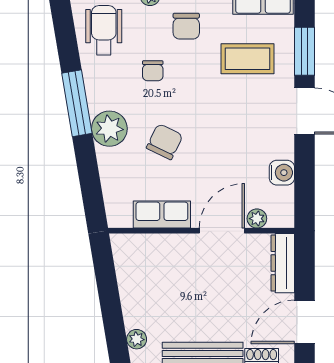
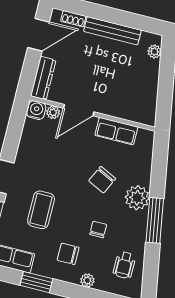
chair: (186, 26) -> (68, 254), turned -90
wheelchair: (104, 30) -> (124, 265), width x0.73, depth x0.73
coffee table: (247, 59) -> (41, 210), moved, turned 90
water cooler: (282, 173) -> (36, 110), moved, turned 90

